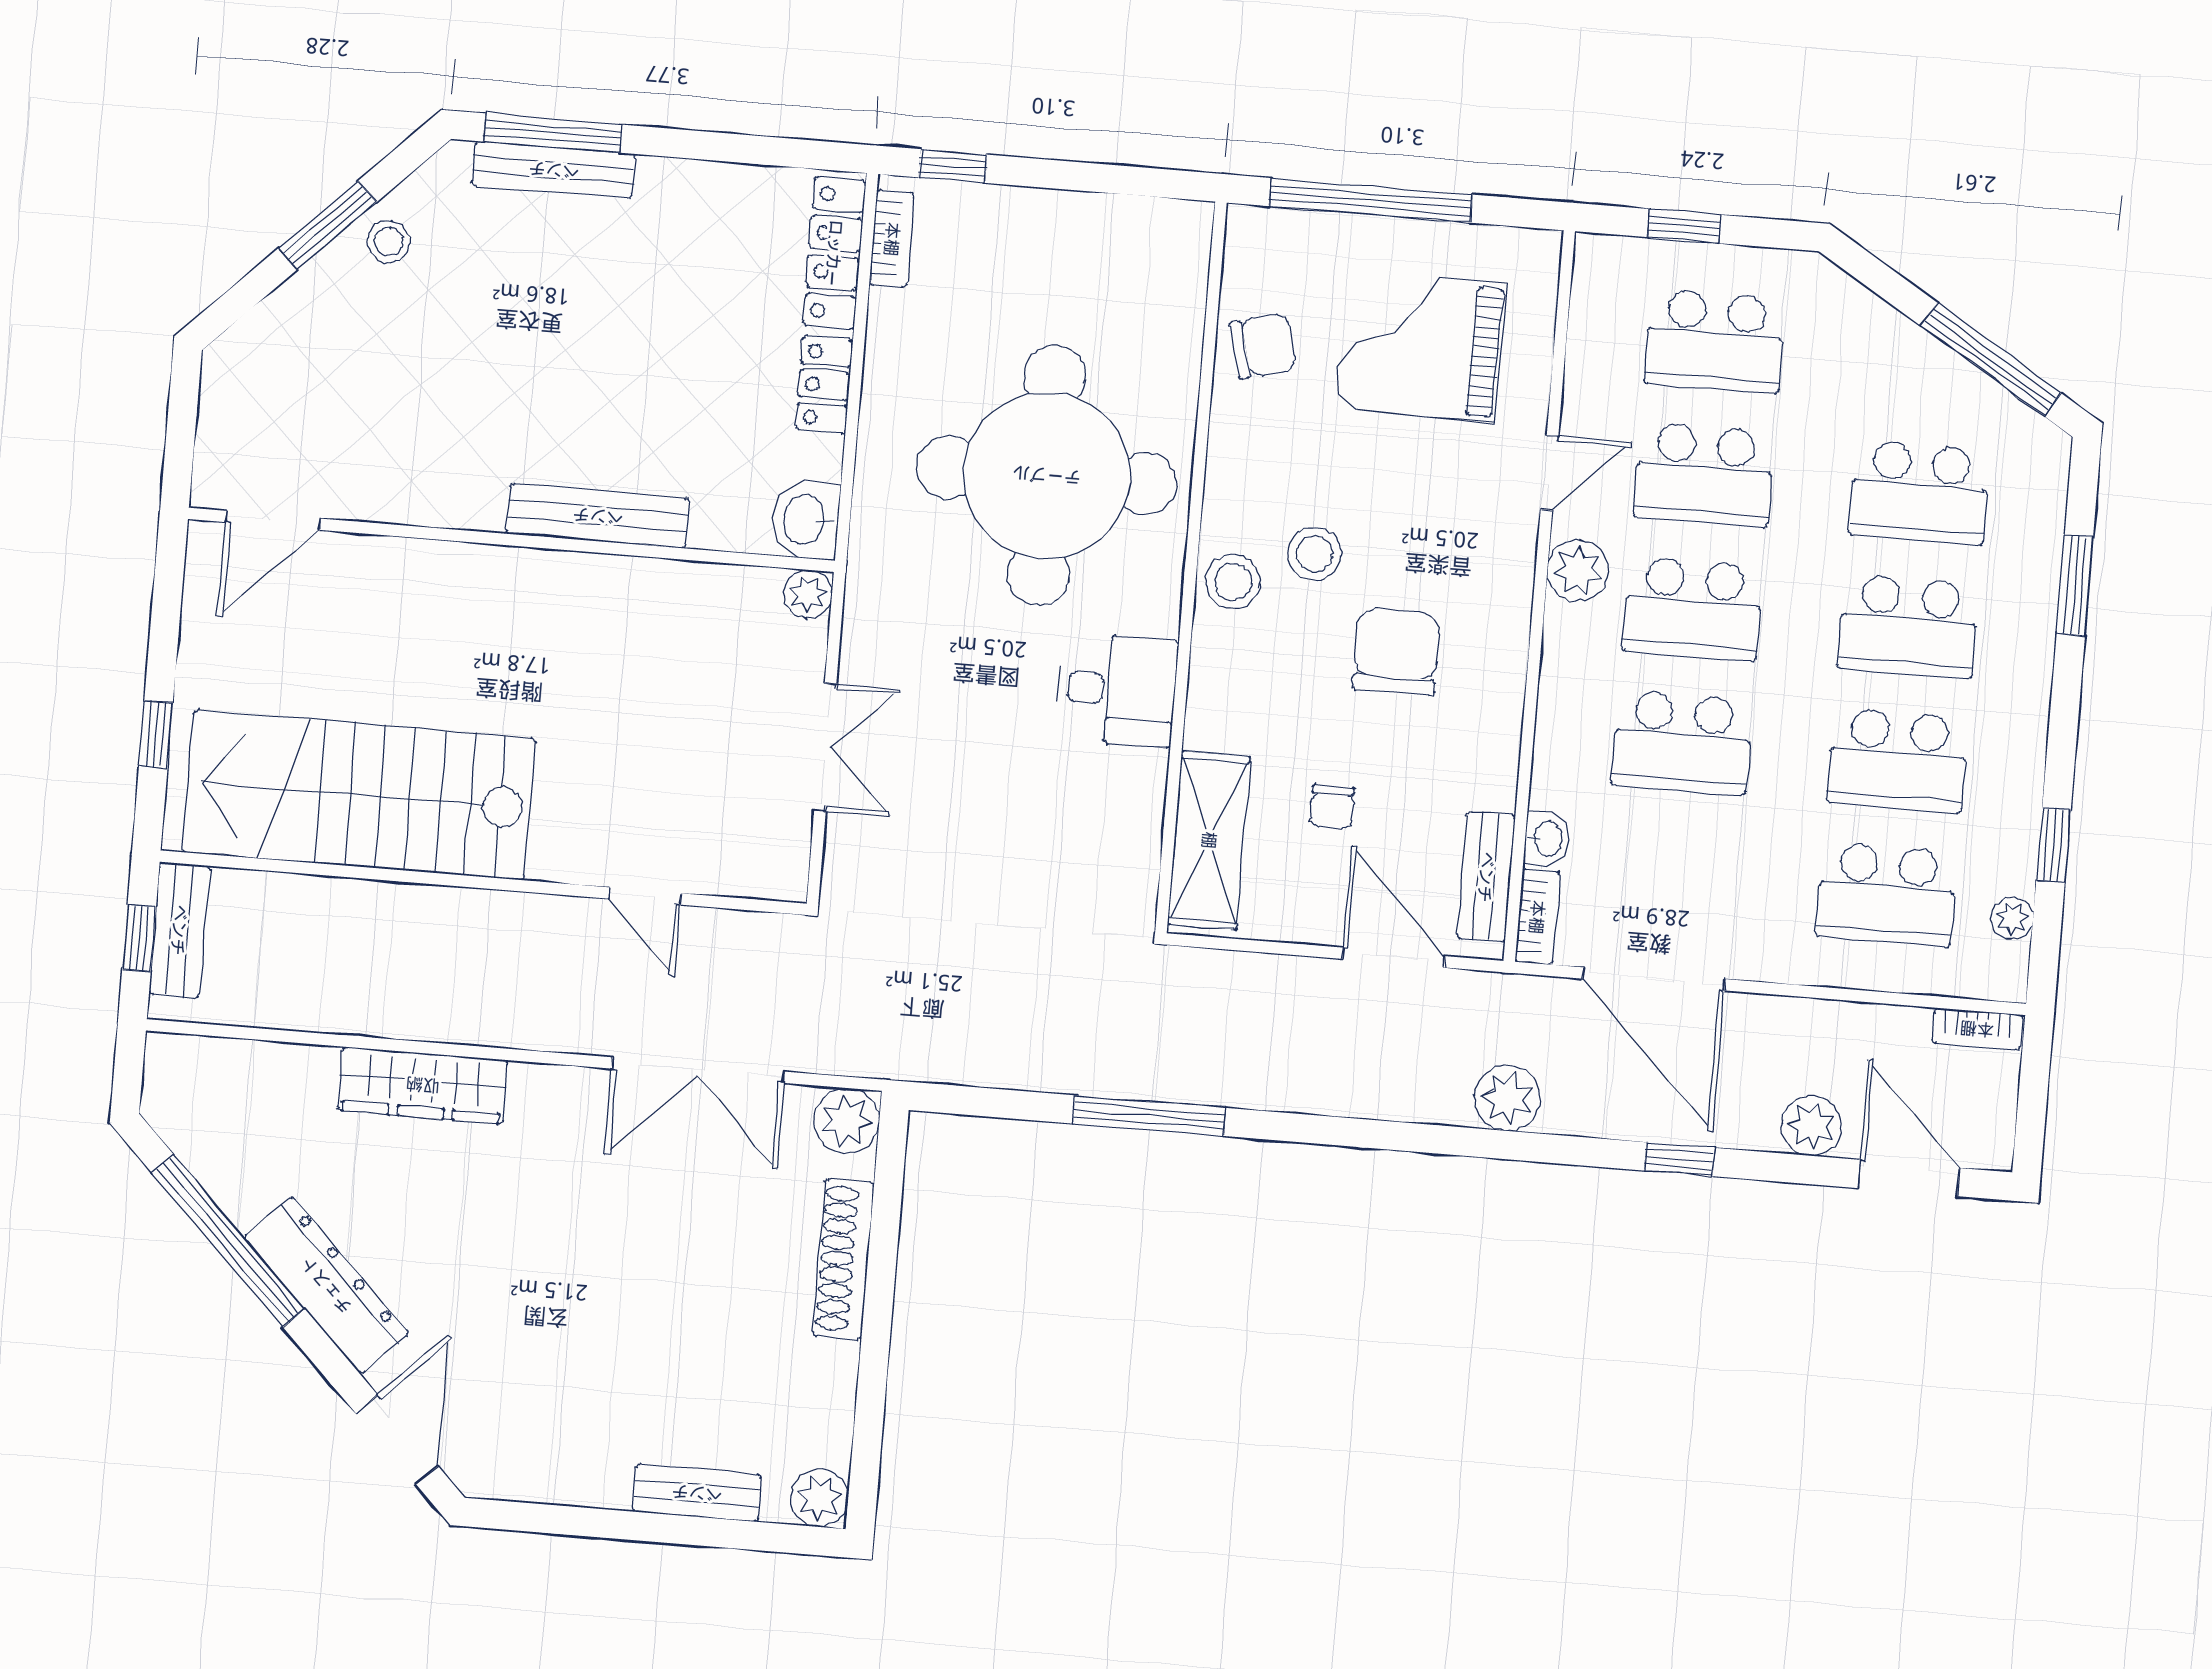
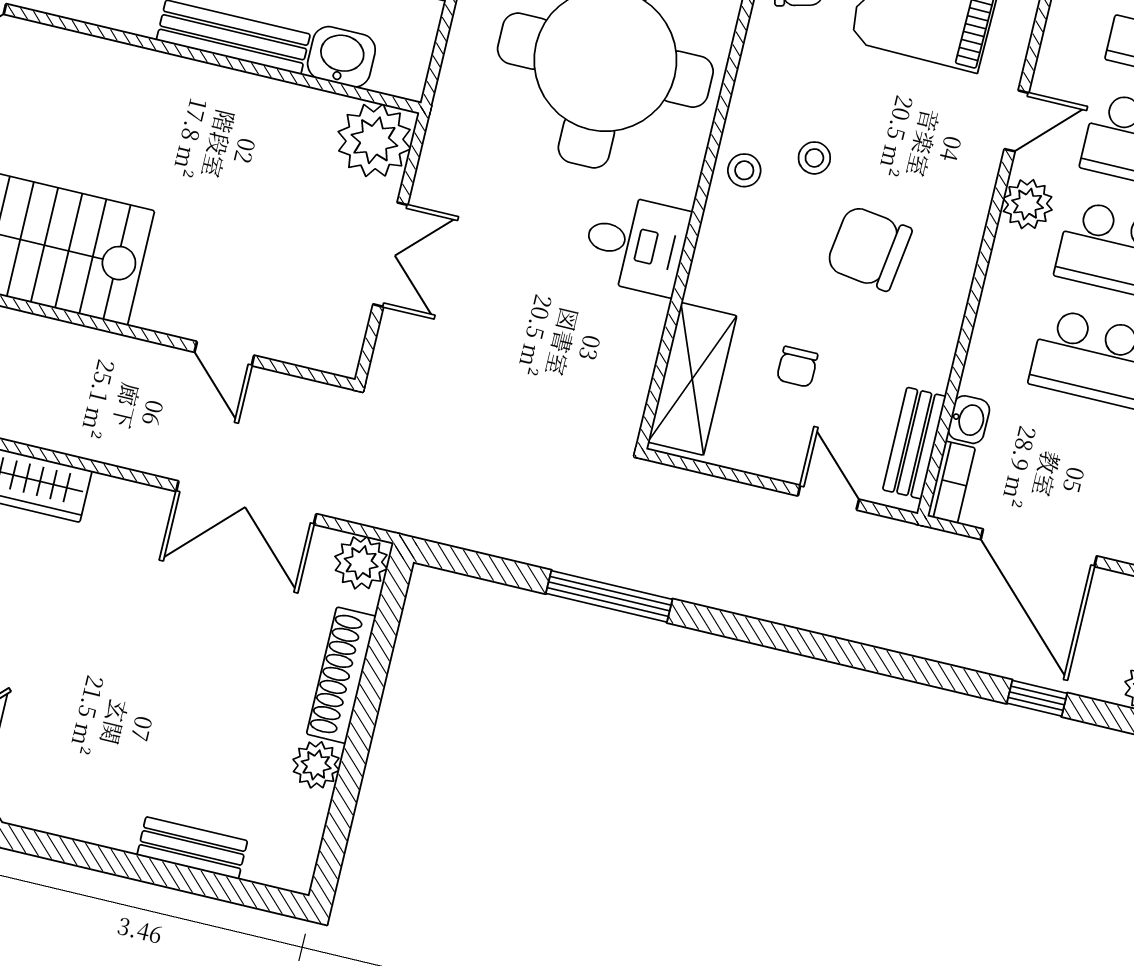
washbasin: (806, 520) -> (341, 57), moved, turned 90
stool: (1314, 554) -> (814, 158), width x0.73, depth x0.73
stool: (1233, 582) -> (744, 170), width x0.73, depth x0.73
plant: (808, 594) -> (374, 140), width x1.87, depth x1.87
chair: (1396, 652) -> (869, 248), turned -82
door: (1393, 958) -> (828, 498), width x0.73
plant: (1508, 1098) -> (904, 627), removed
plant: (819, 1498) -> (316, 765), moved

